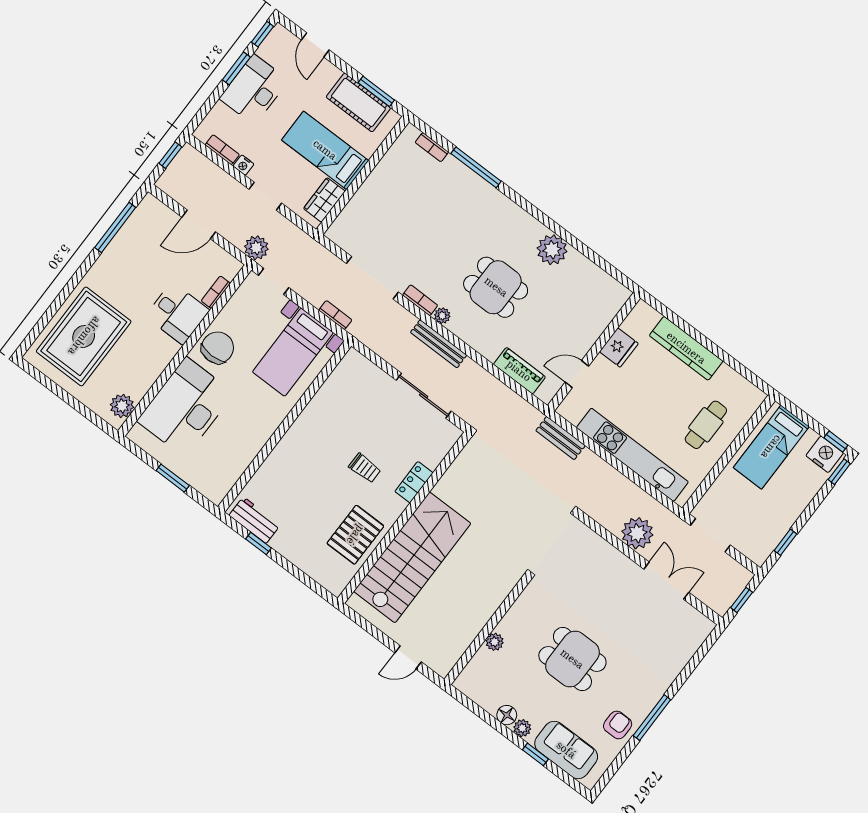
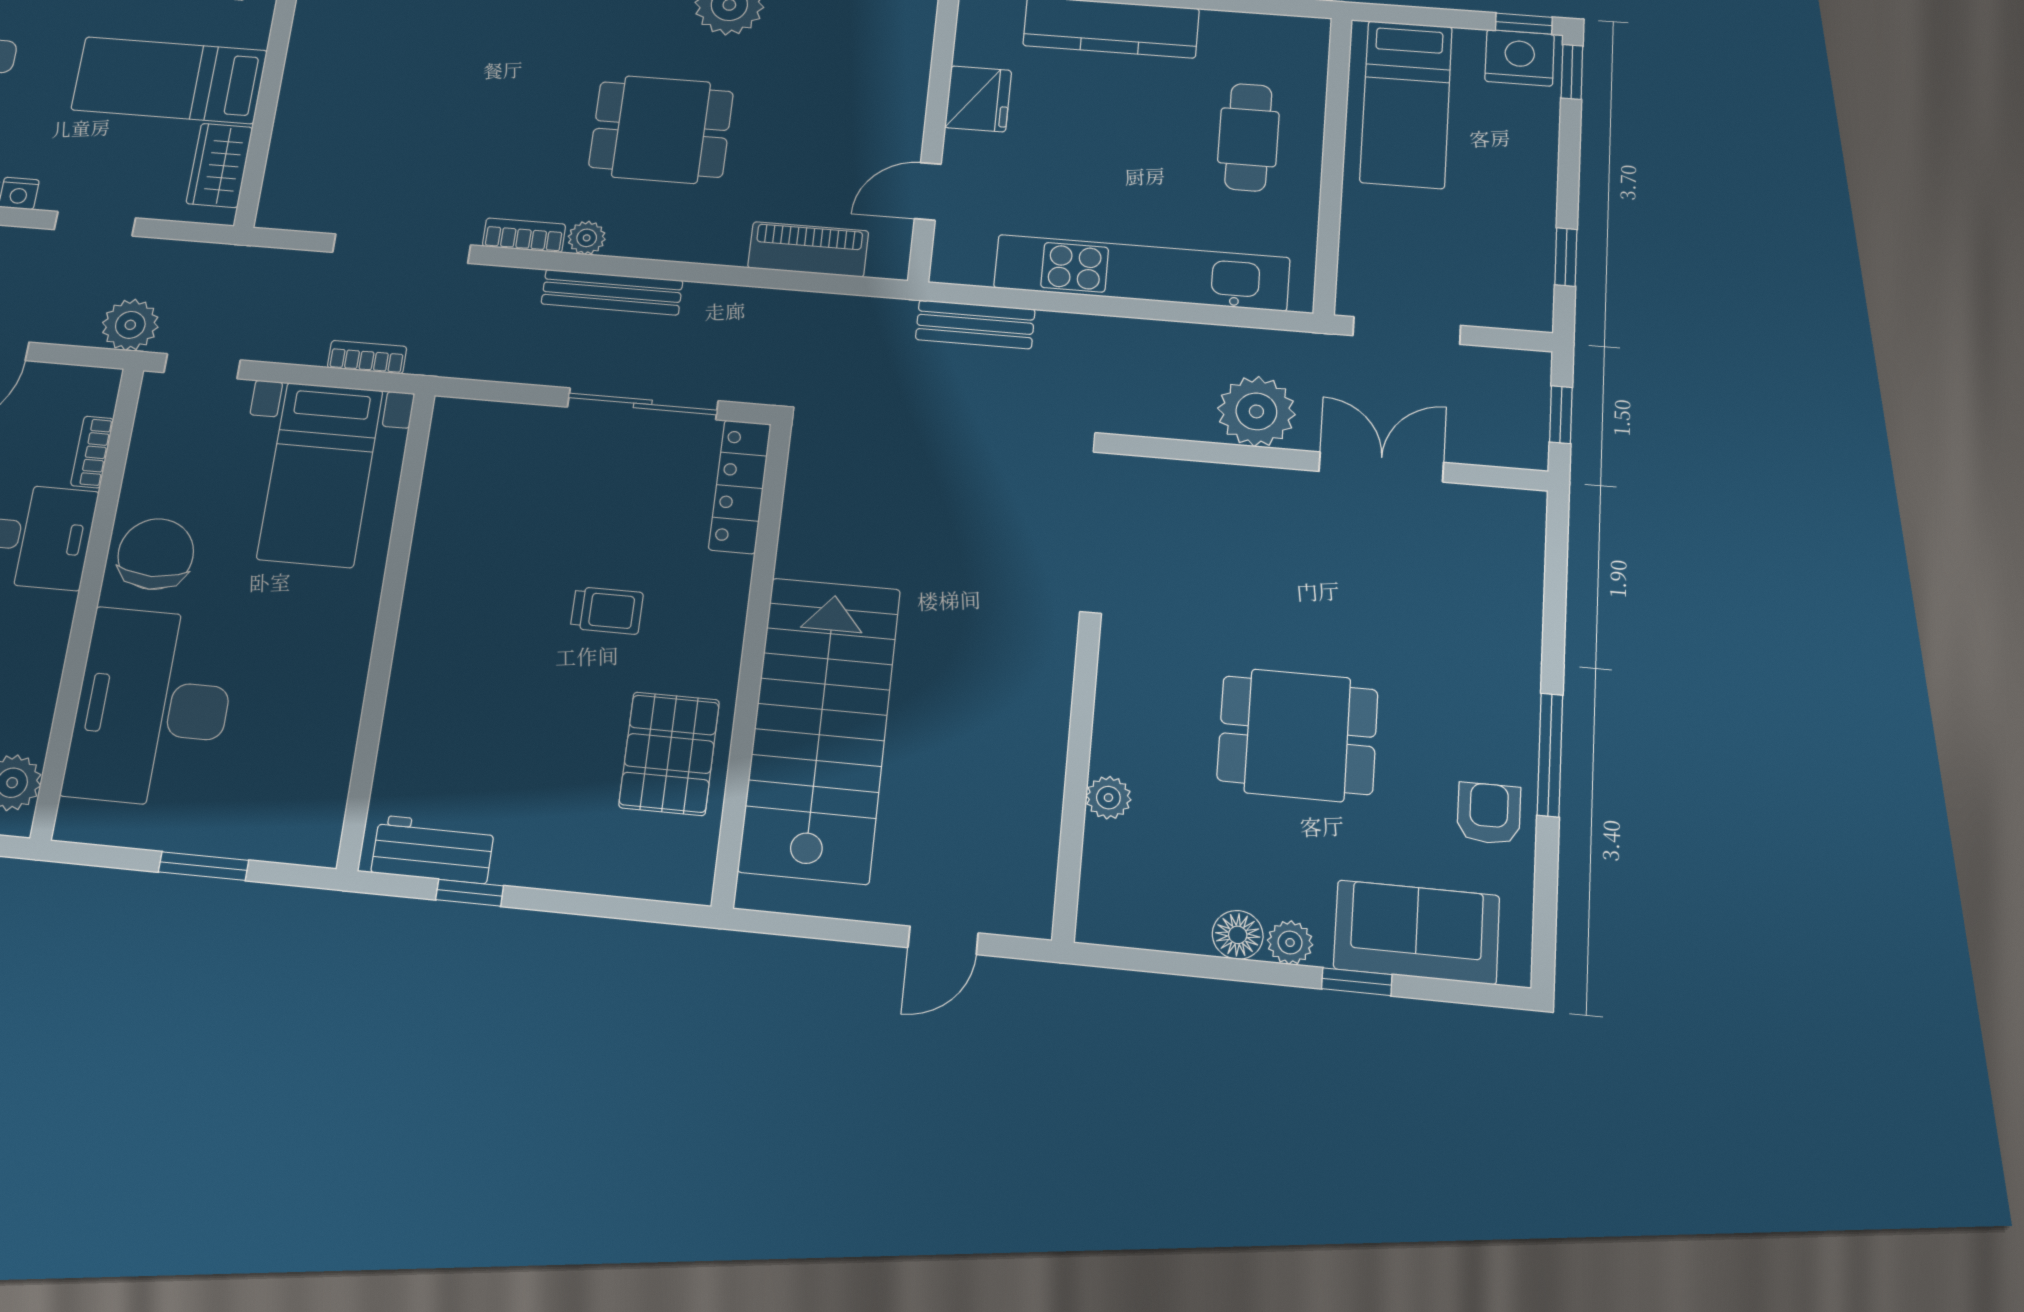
locker: (414, 482) -> (740, 487), moved, width x1.53

